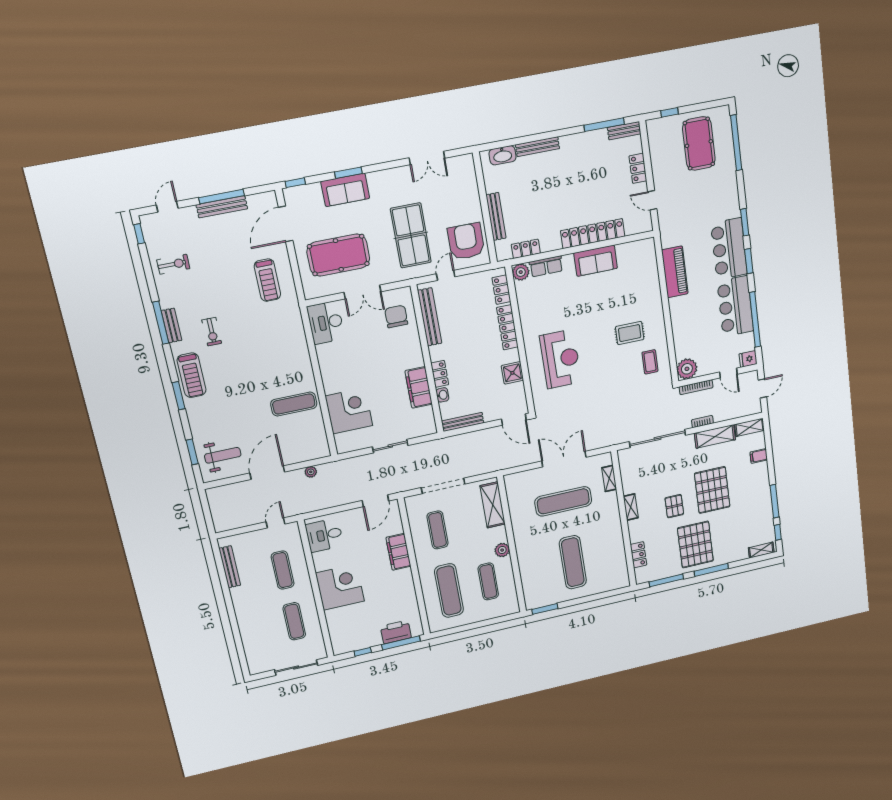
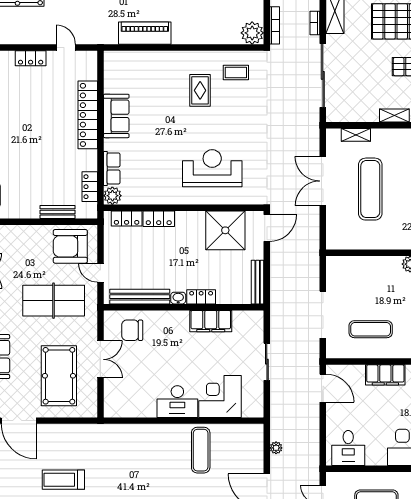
door: (652, 200) -> (66, 48), swing flipped
bench: (496, 217) -> (58, 212), width x0.73
treadmill: (267, 280) -> (63, 480), moved, turned 180
desk: (326, 323) -> (177, 402), moved
locker: (507, 327) -> (159, 219), width x0.66
shower: (512, 373) -> (225, 230), width x1.86, depth x1.86
washbasin: (442, 395) -> (178, 298), moved
shelving: (493, 505) -> (356, 266), removed

